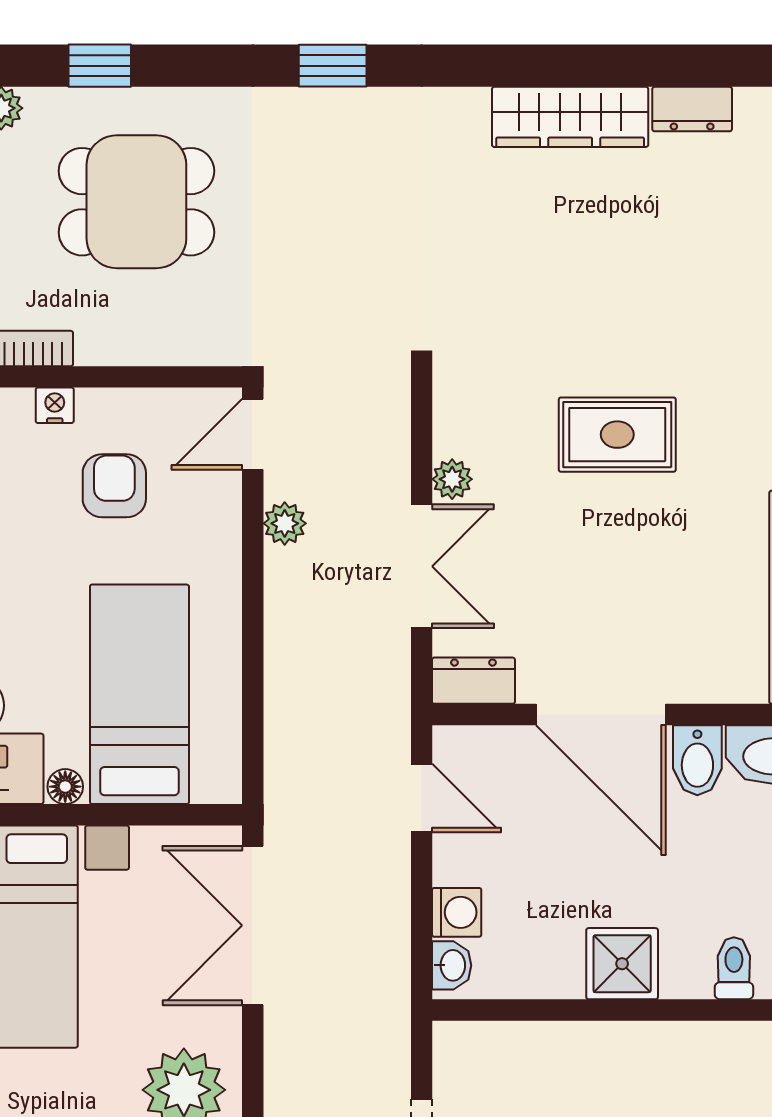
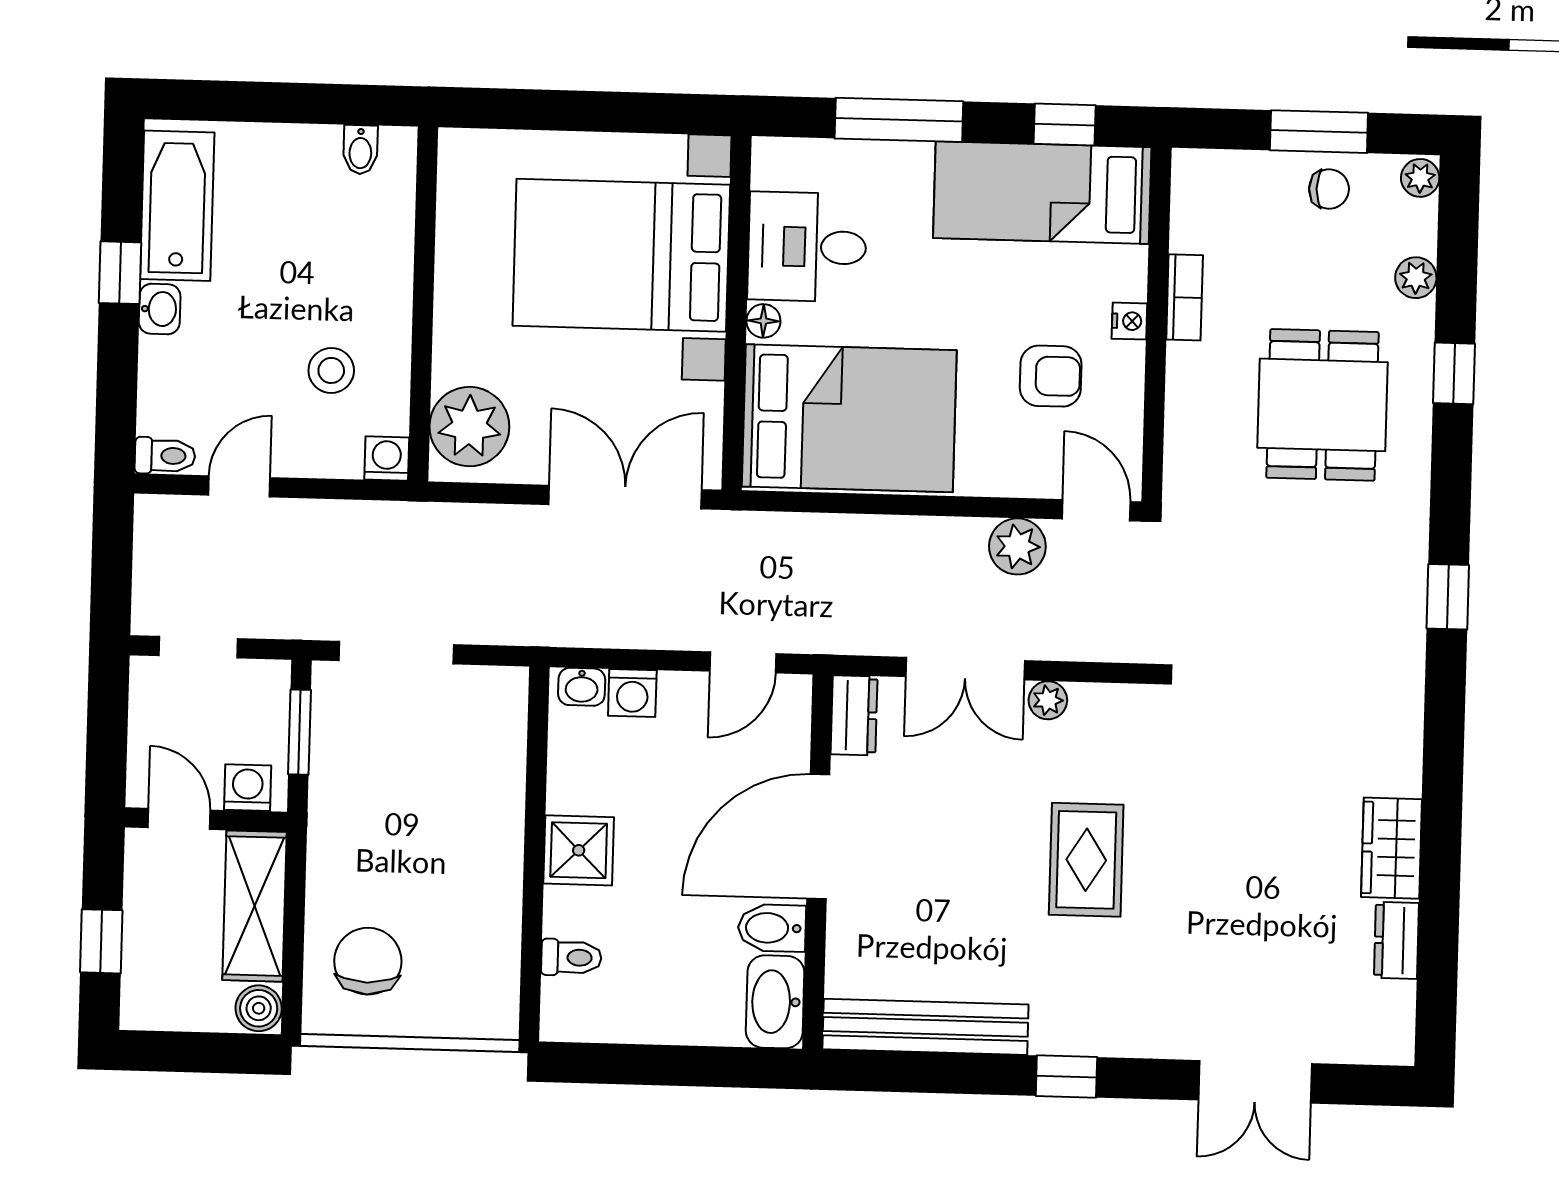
wardrobe: (570, 117) -> (1392, 848), width x0.67
plant: (285, 523) -> (1017, 546), width x1.38, depth x1.38
bed: (139, 694) -> (849, 418), width x1.50

